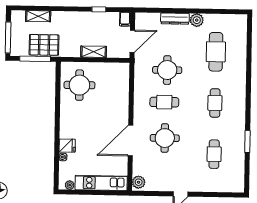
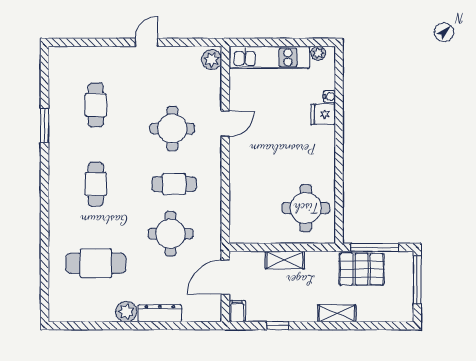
shelving: (38, 16) -> (337, 313), moved
cafe table: (216, 52) -> (96, 263), turned 90
door: (130, 141) -> (225, 124), width x0.53

